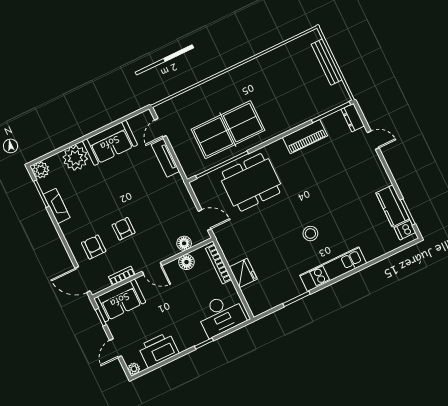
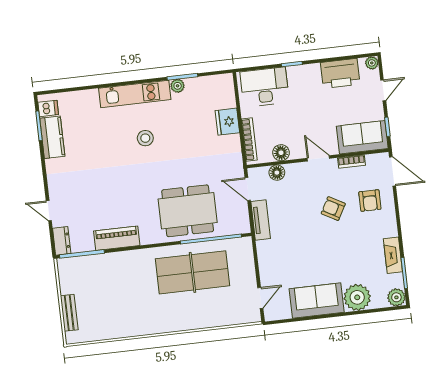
bench: (327, 62) -> (69, 313), width x0.73
tv unit: (165, 158) -> (261, 220), moved
armchair: (124, 229) -> (333, 209), turned 119
plant: (298, 289) -> (178, 86), added

